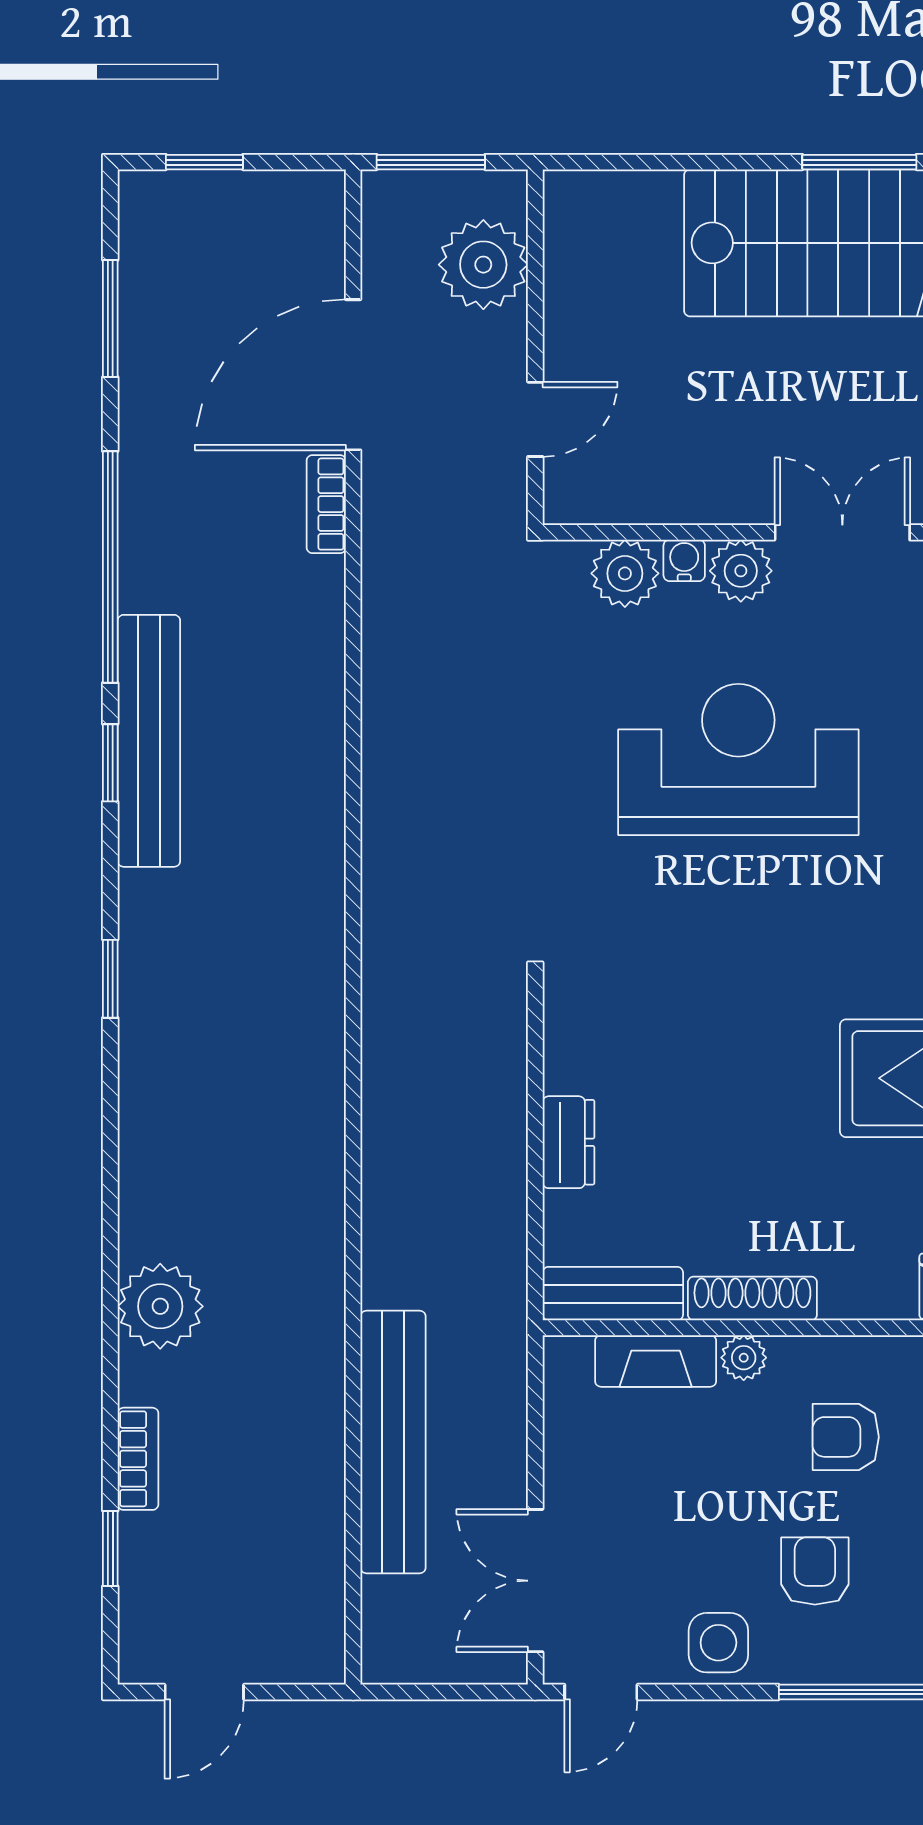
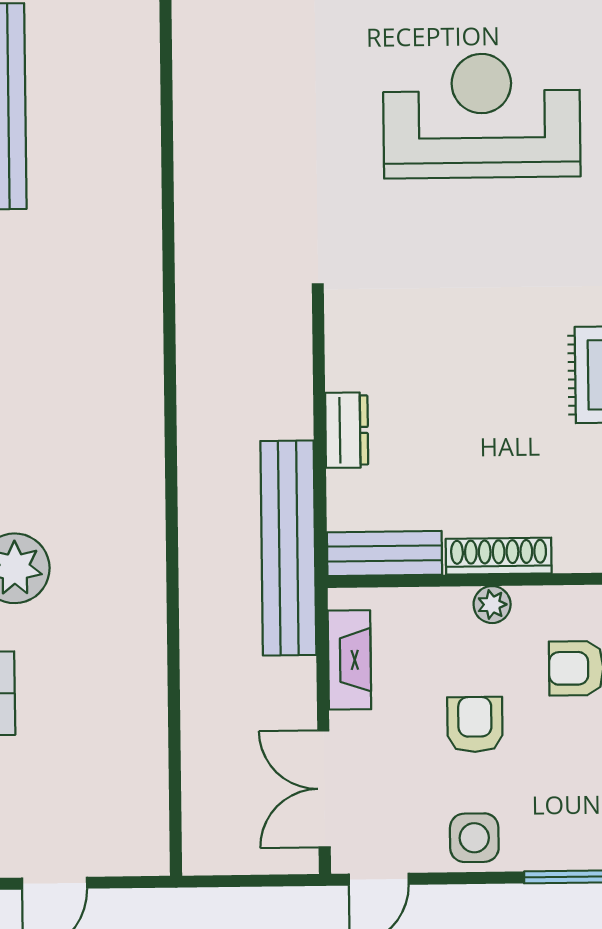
fireplace: (656, 1361) -> (349, 660), moved, turned -90
bench: (393, 1442) -> (288, 548), moved
armchair: (815, 1571) -> (475, 724), moved

